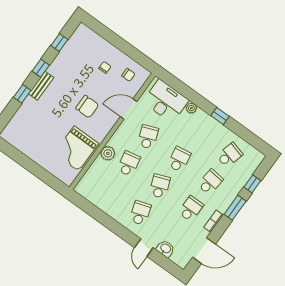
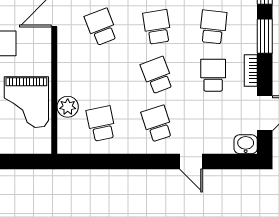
plant: (108, 153) -> (68, 107), moved
school desk: (129, 164) -> (101, 124), moved
washbasin: (165, 249) -> (246, 144), moved

